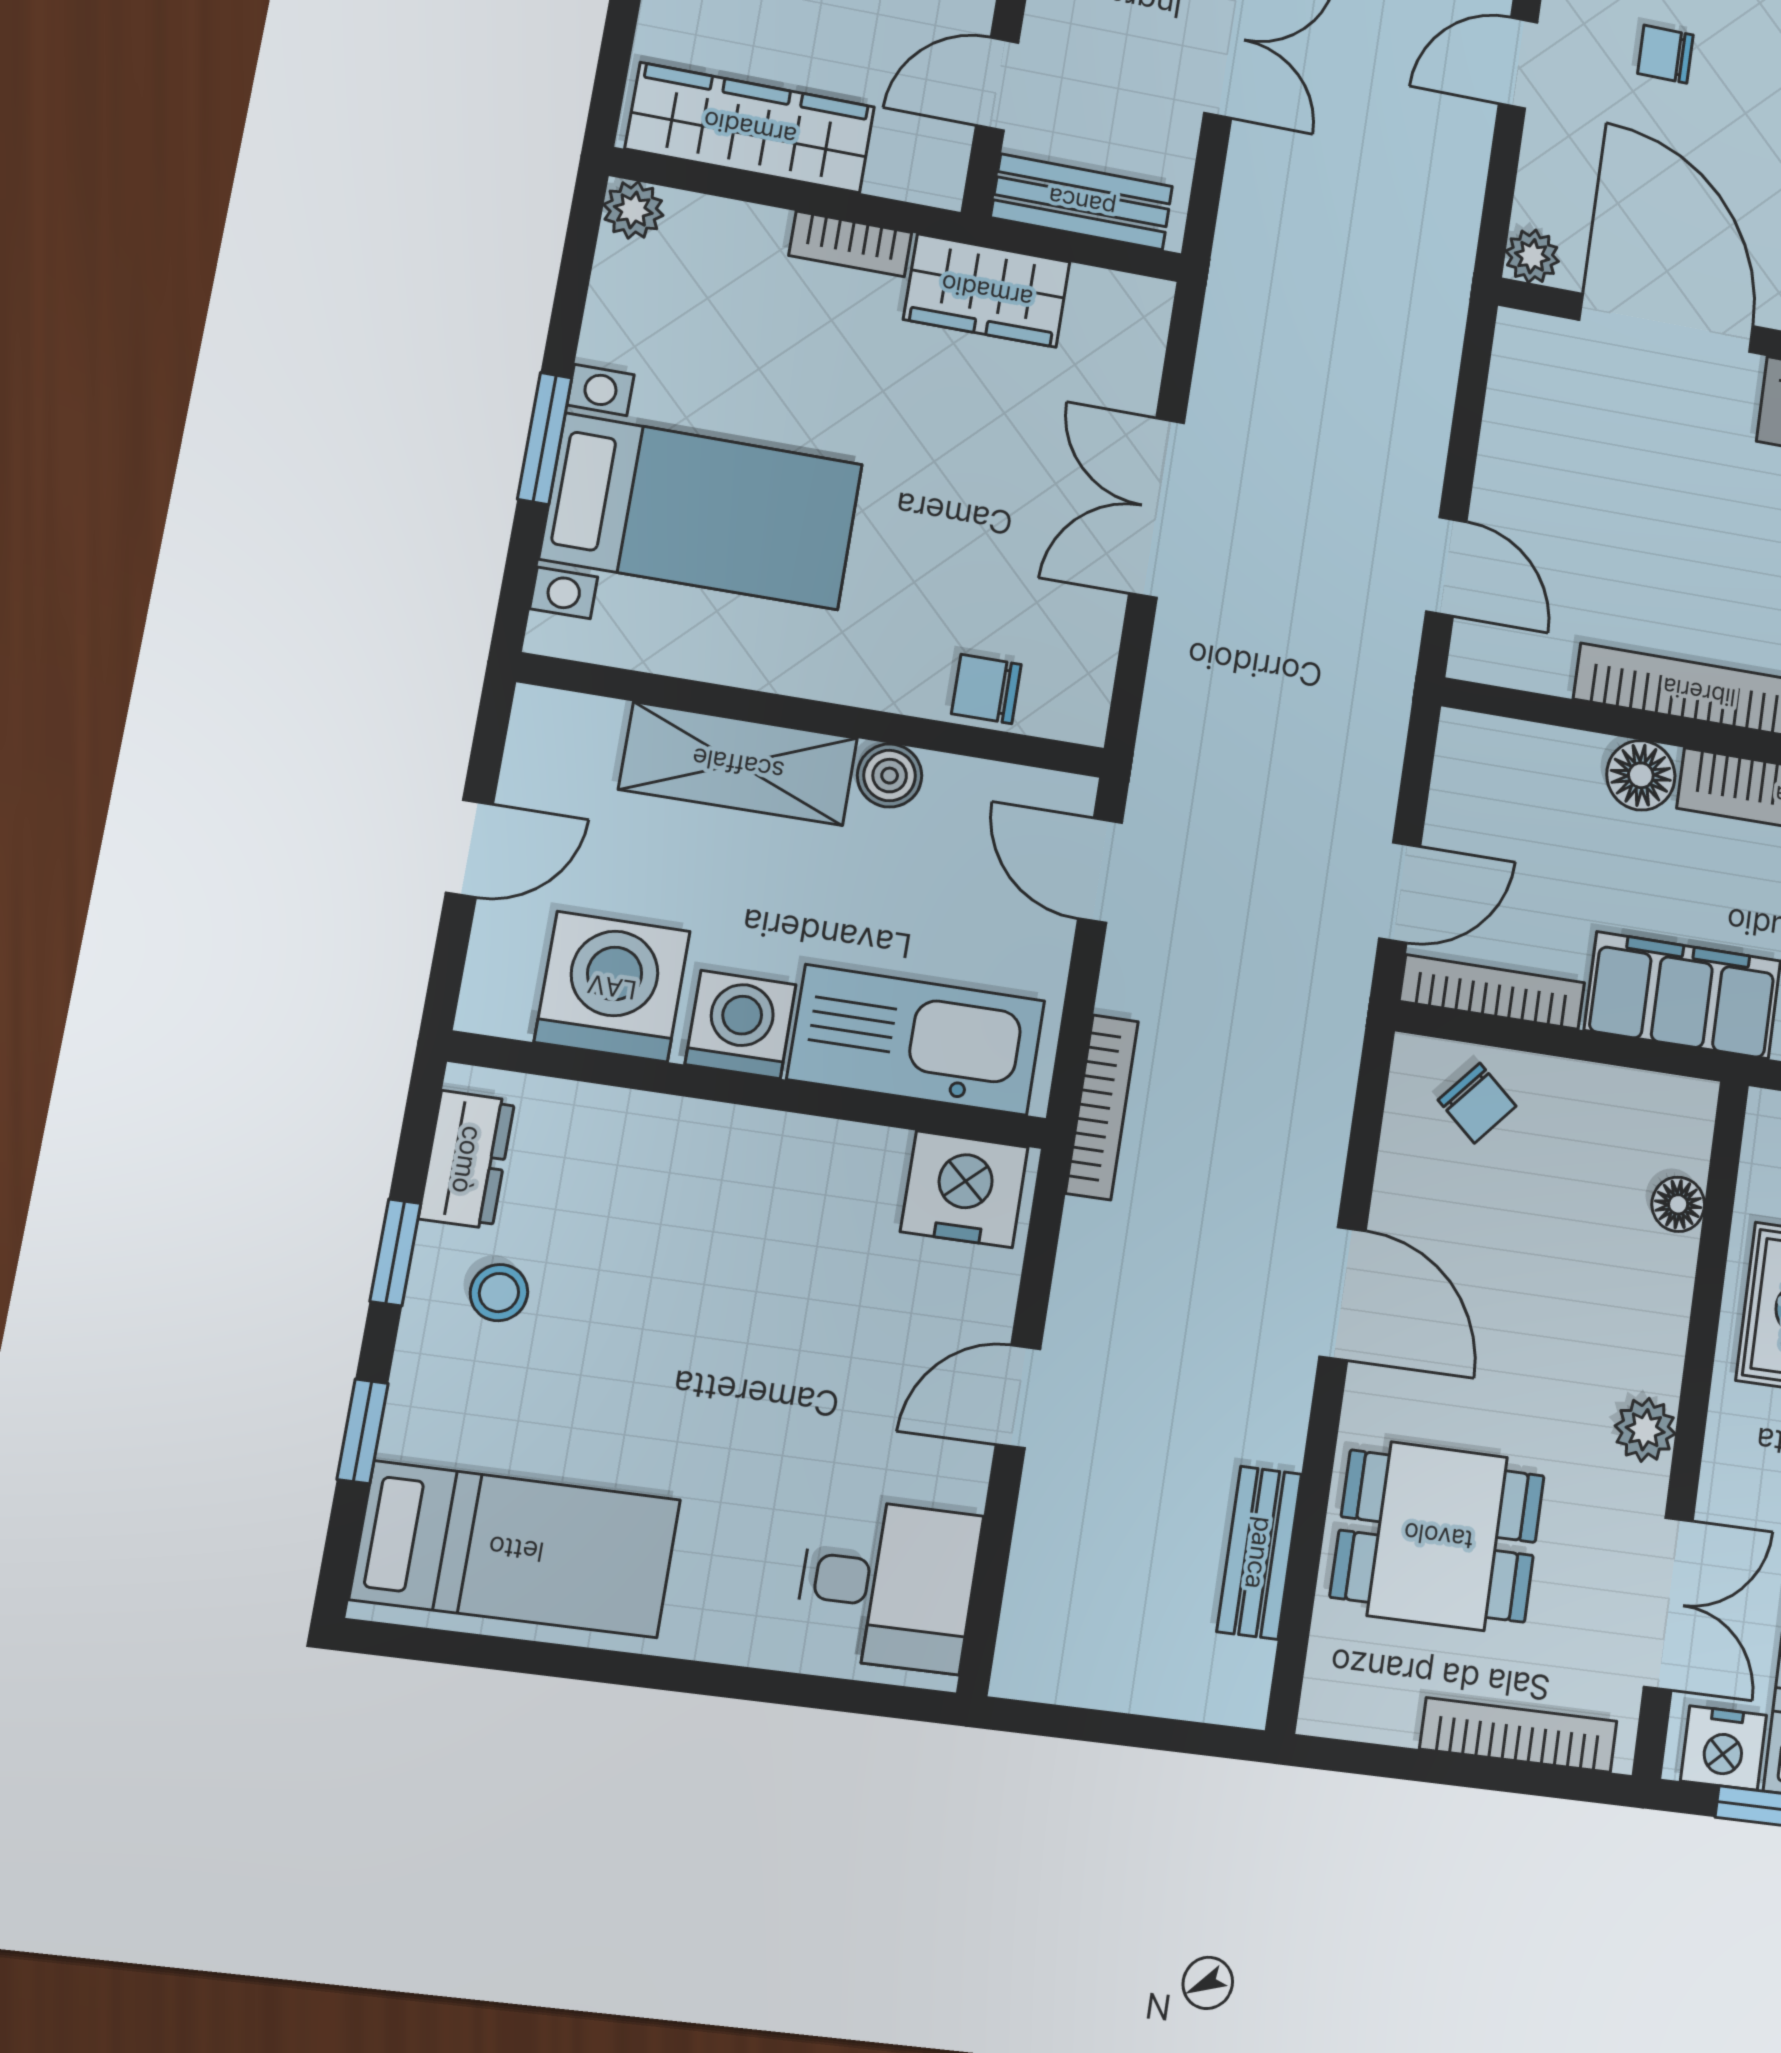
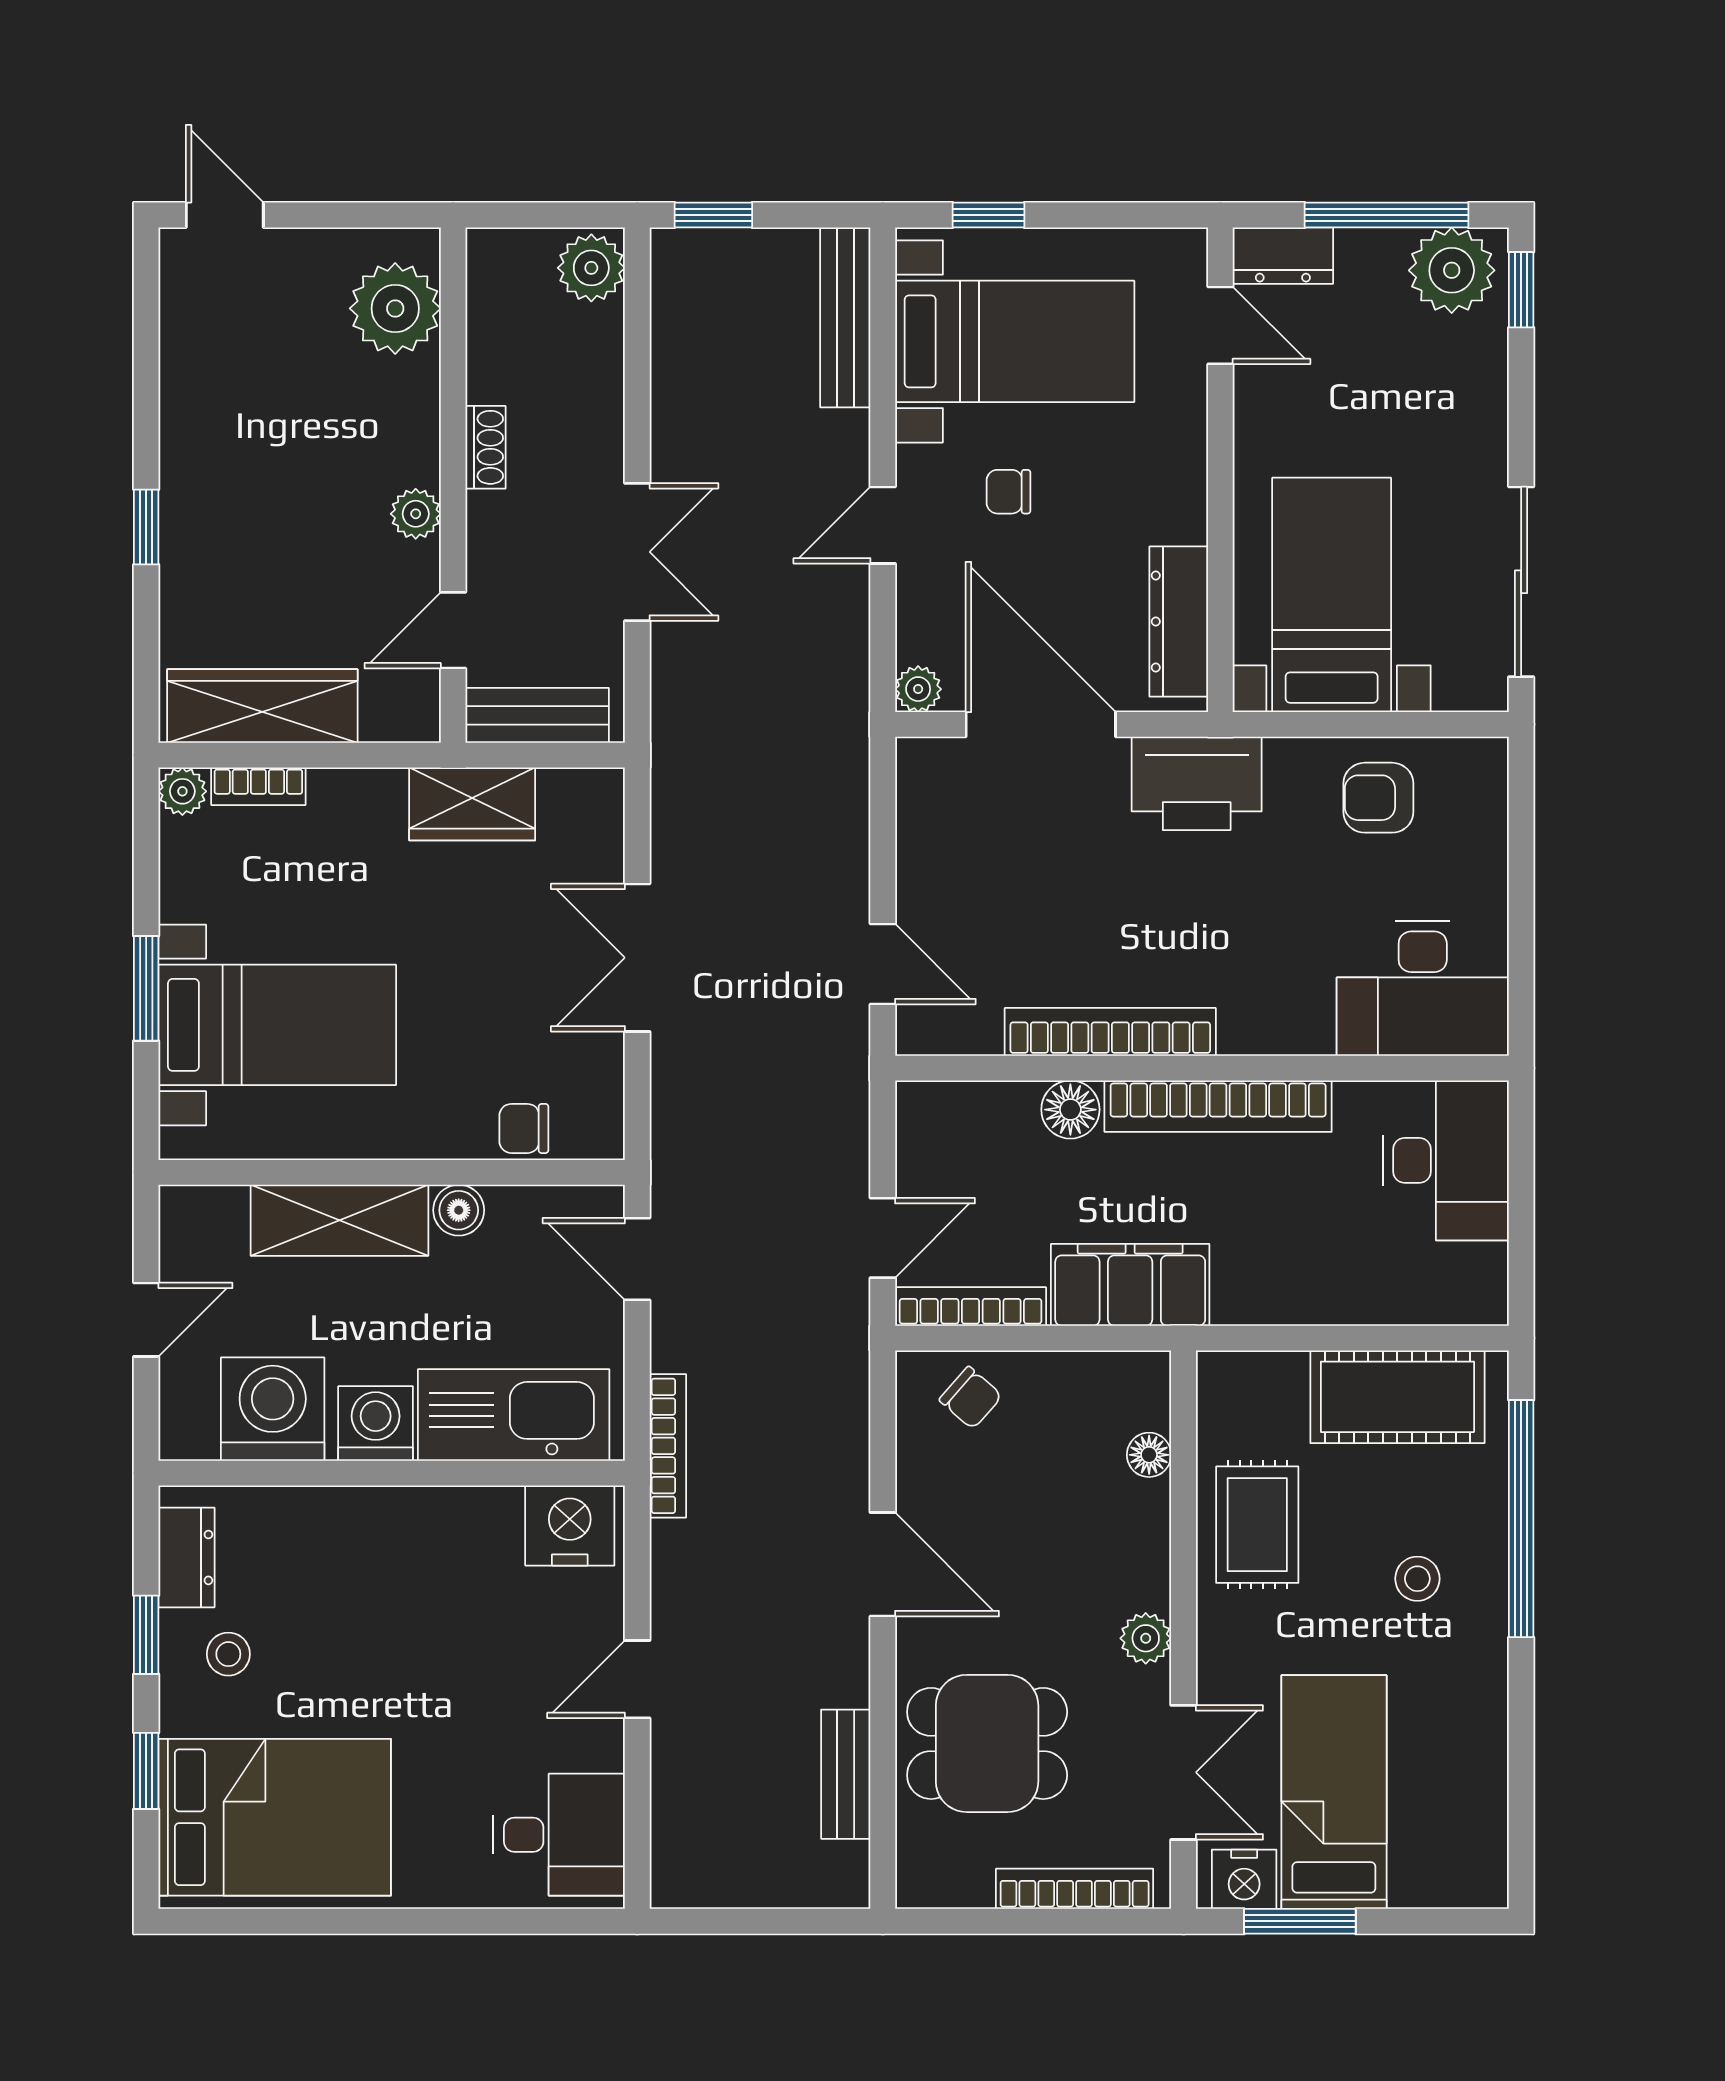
bookcase: (850, 244) -> (258, 786), moved
bed: (516, 1549) -> (275, 1817), width x1.50

